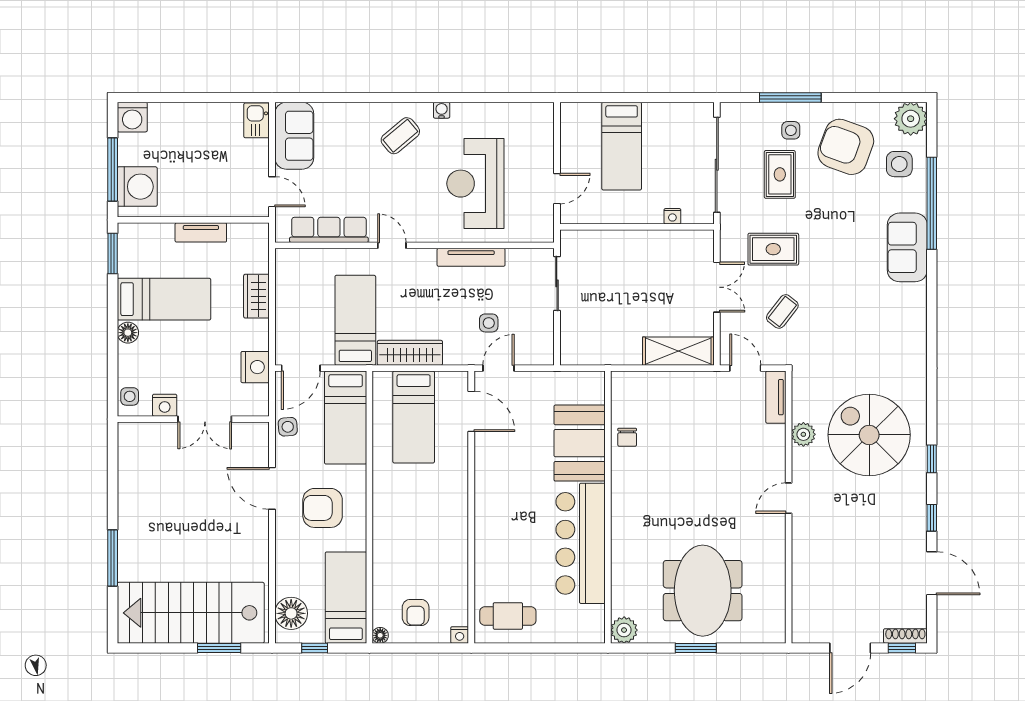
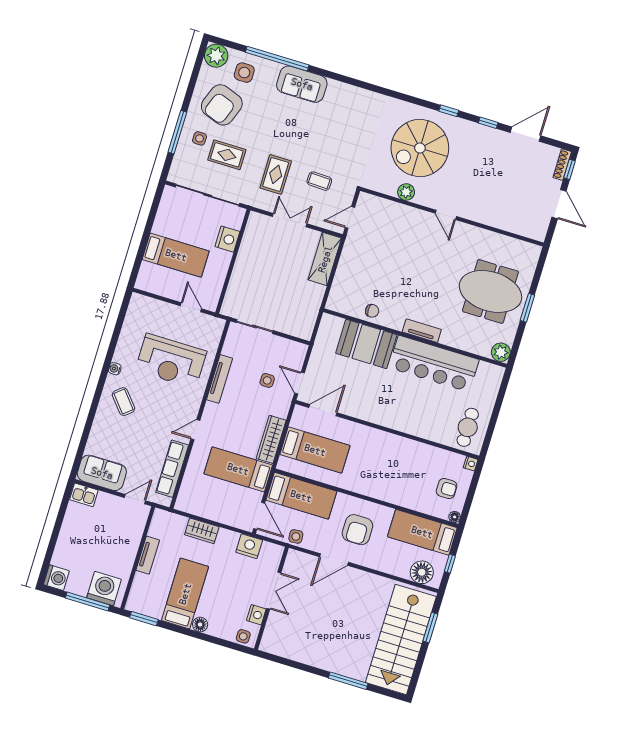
nightstand: (672, 216) -> (227, 239), width x1.89, depth x1.79
coffee table: (782, 311) -> (319, 181), turned -36
tv unit: (776, 397) -> (422, 331), moved, turned 180

